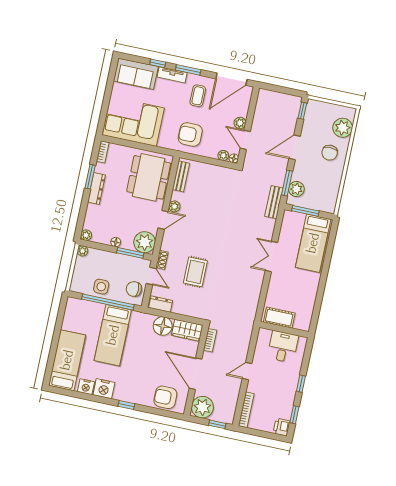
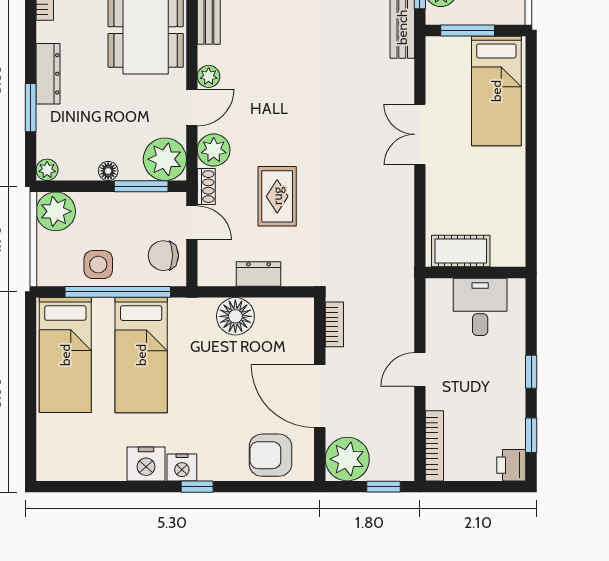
window: (90, 177) -> (31, 108), moved
plant: (169, 243) -> (214, 150), added
plant: (83, 251) -> (56, 211), width x1.87, depth x1.87
dresser: (161, 304) -> (259, 274), moved
wardrobe: (187, 330) -> (285, 314), removed
bed: (67, 360) -> (65, 355), moved, turned 180
nightstand: (86, 387) -> (182, 467), moved

